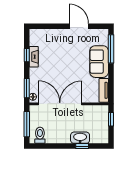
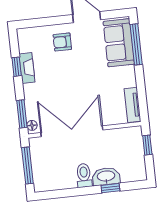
armchair: (60, 42) -> (62, 42), added
sofa: (99, 62) -> (119, 43), moved
toilet: (40, 135) -> (84, 175), moved

